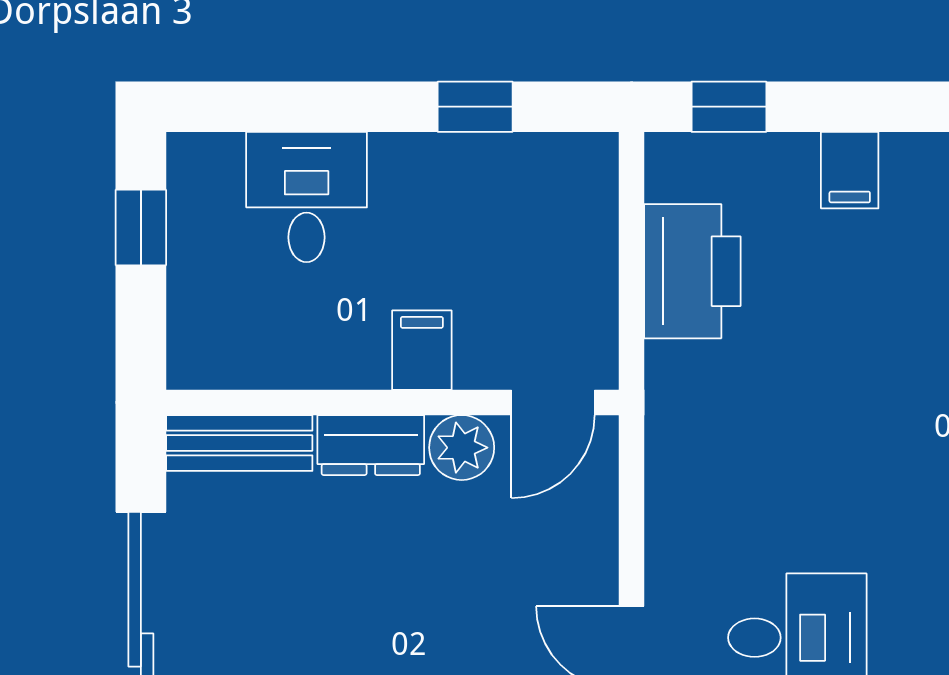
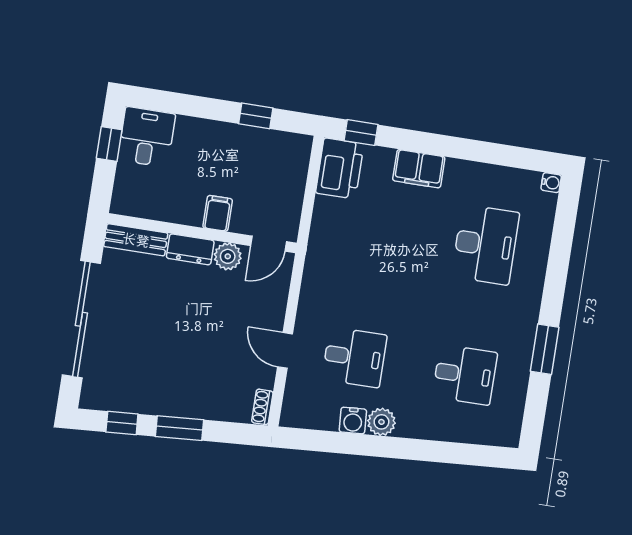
filing cabinet: (850, 170) -> (419, 169), width x2.00
desk: (307, 197) -> (147, 137), moved
printer: (692, 271) -> (340, 168), moved

